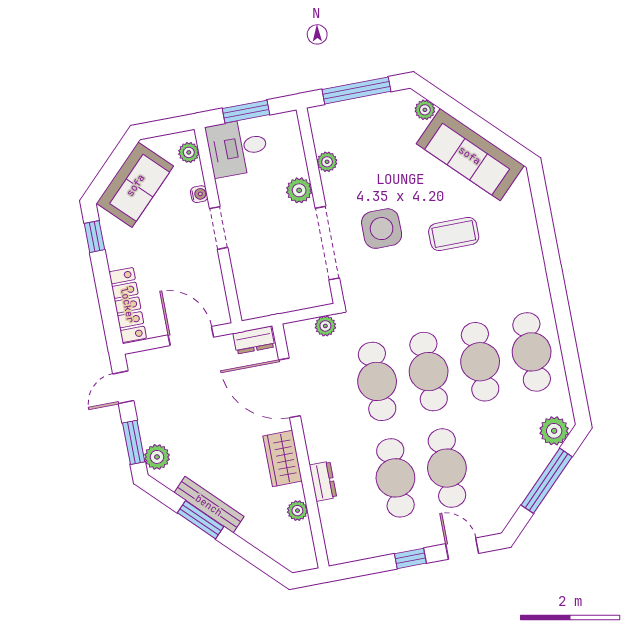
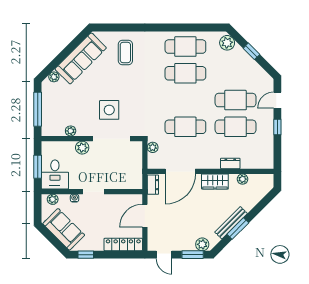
coffee table: (454, 234) -> (125, 52), moved
cafe table: (429, 372) -> (185, 100), removed
window: (547, 481) -> (251, 51), width x0.46

